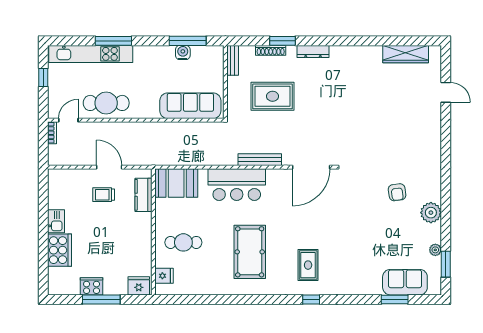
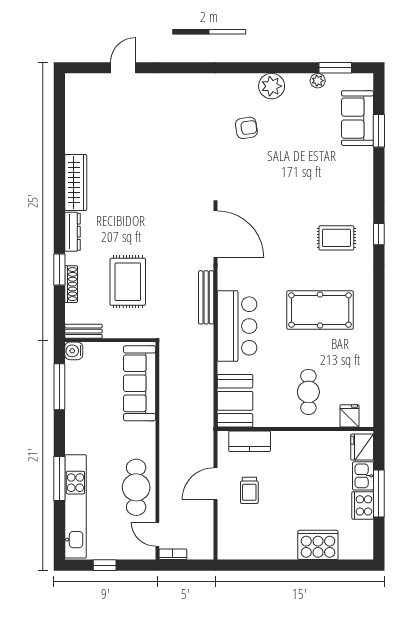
water cooler: (183, 53) -> (74, 351), moved
wardrobe: (406, 54) -> (76, 182), moved
kitchen sink: (56, 221) -> (363, 476), moved, turned -90

